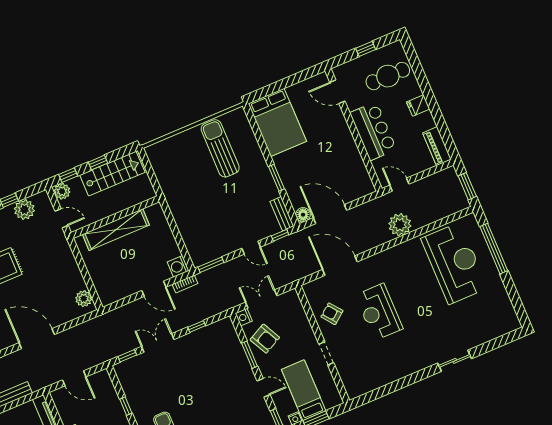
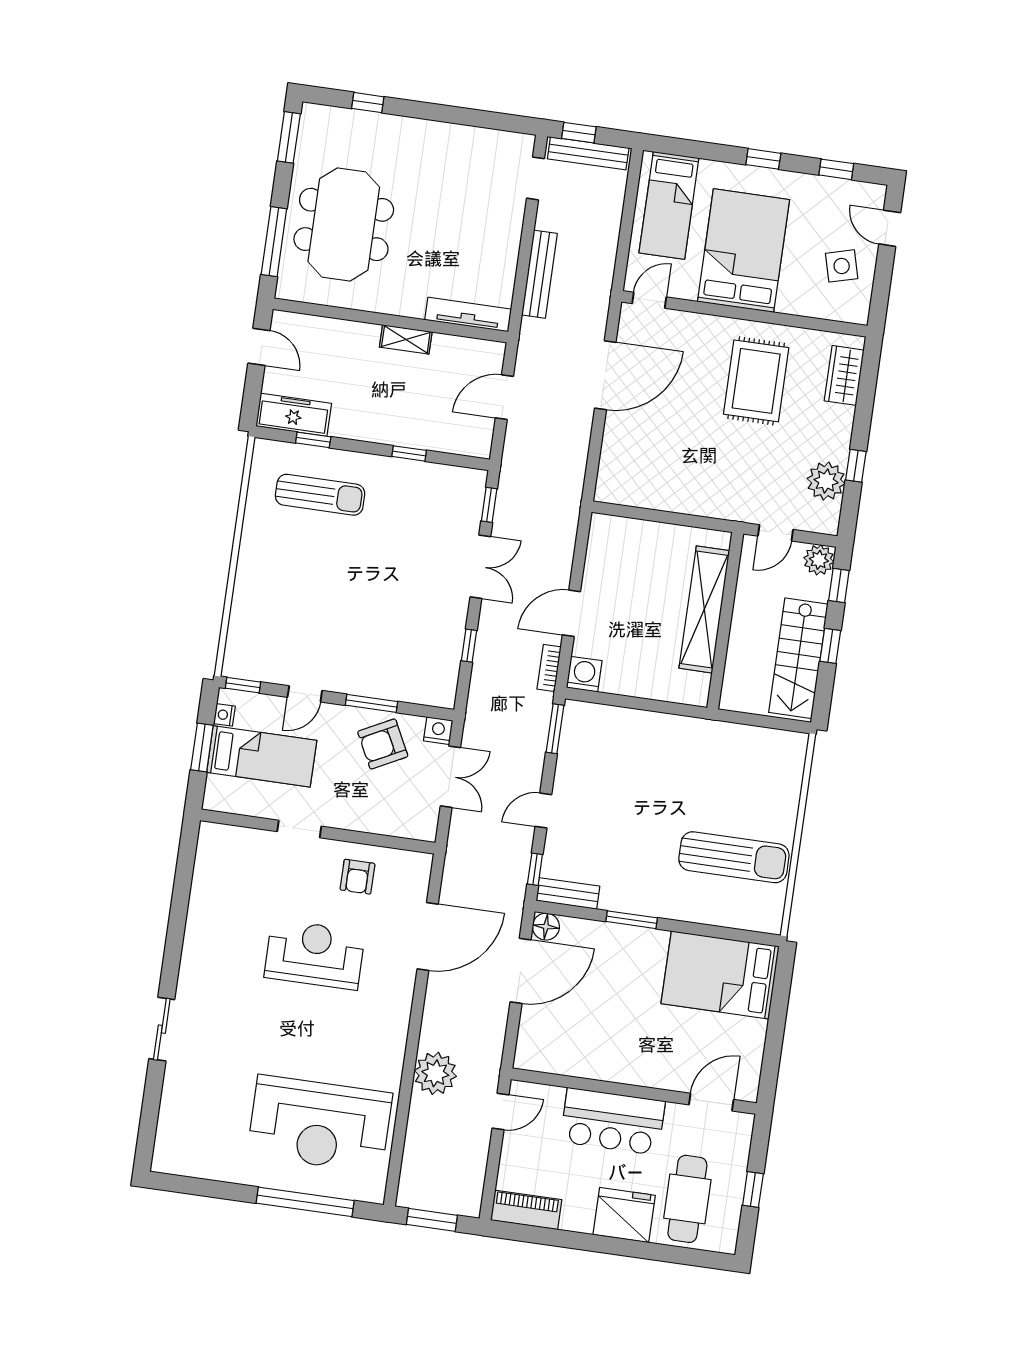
fridge: (418, 106) -> (624, 1215), width x1.88, depth x1.34
plant: (84, 299) -> (624, 490), removed
armchair: (332, 314) -> (357, 877), turned 128

